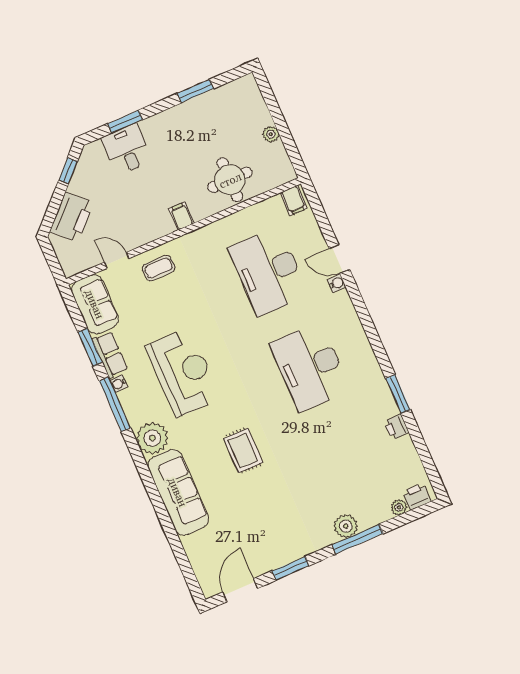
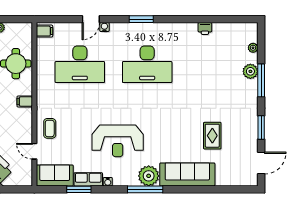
door: (117, 260) -> (34, 151), hinge flipped
reception desk: (183, 372) -> (118, 141), turned 180
window: (398, 394) -> (141, 19), moved
window: (115, 404) -> (145, 189), moved
rug: (243, 451) -> (212, 136), moved, turned 90
printer: (417, 497) -> (251, 34), removed
plant: (346, 526) -> (250, 71), moved
door: (240, 590) -> (261, 163), swing flipped

